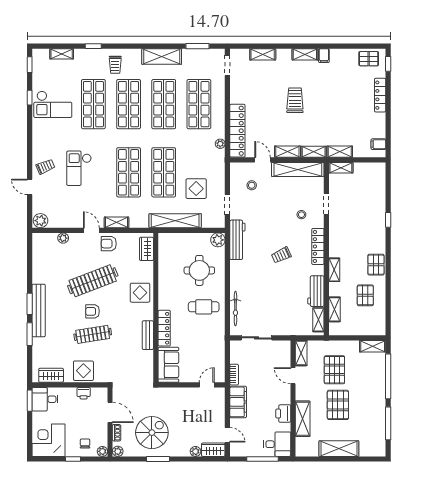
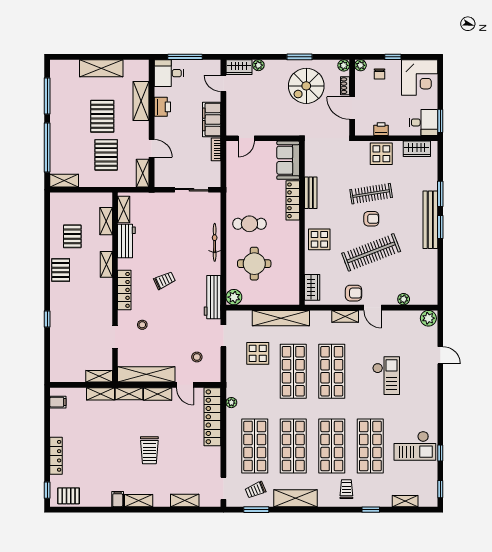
checkout: (53, 104) -> (415, 446), turned 180
trolley: (45, 167) -> (255, 490), moved
bicycle: (235, 309) -> (215, 242), moved

